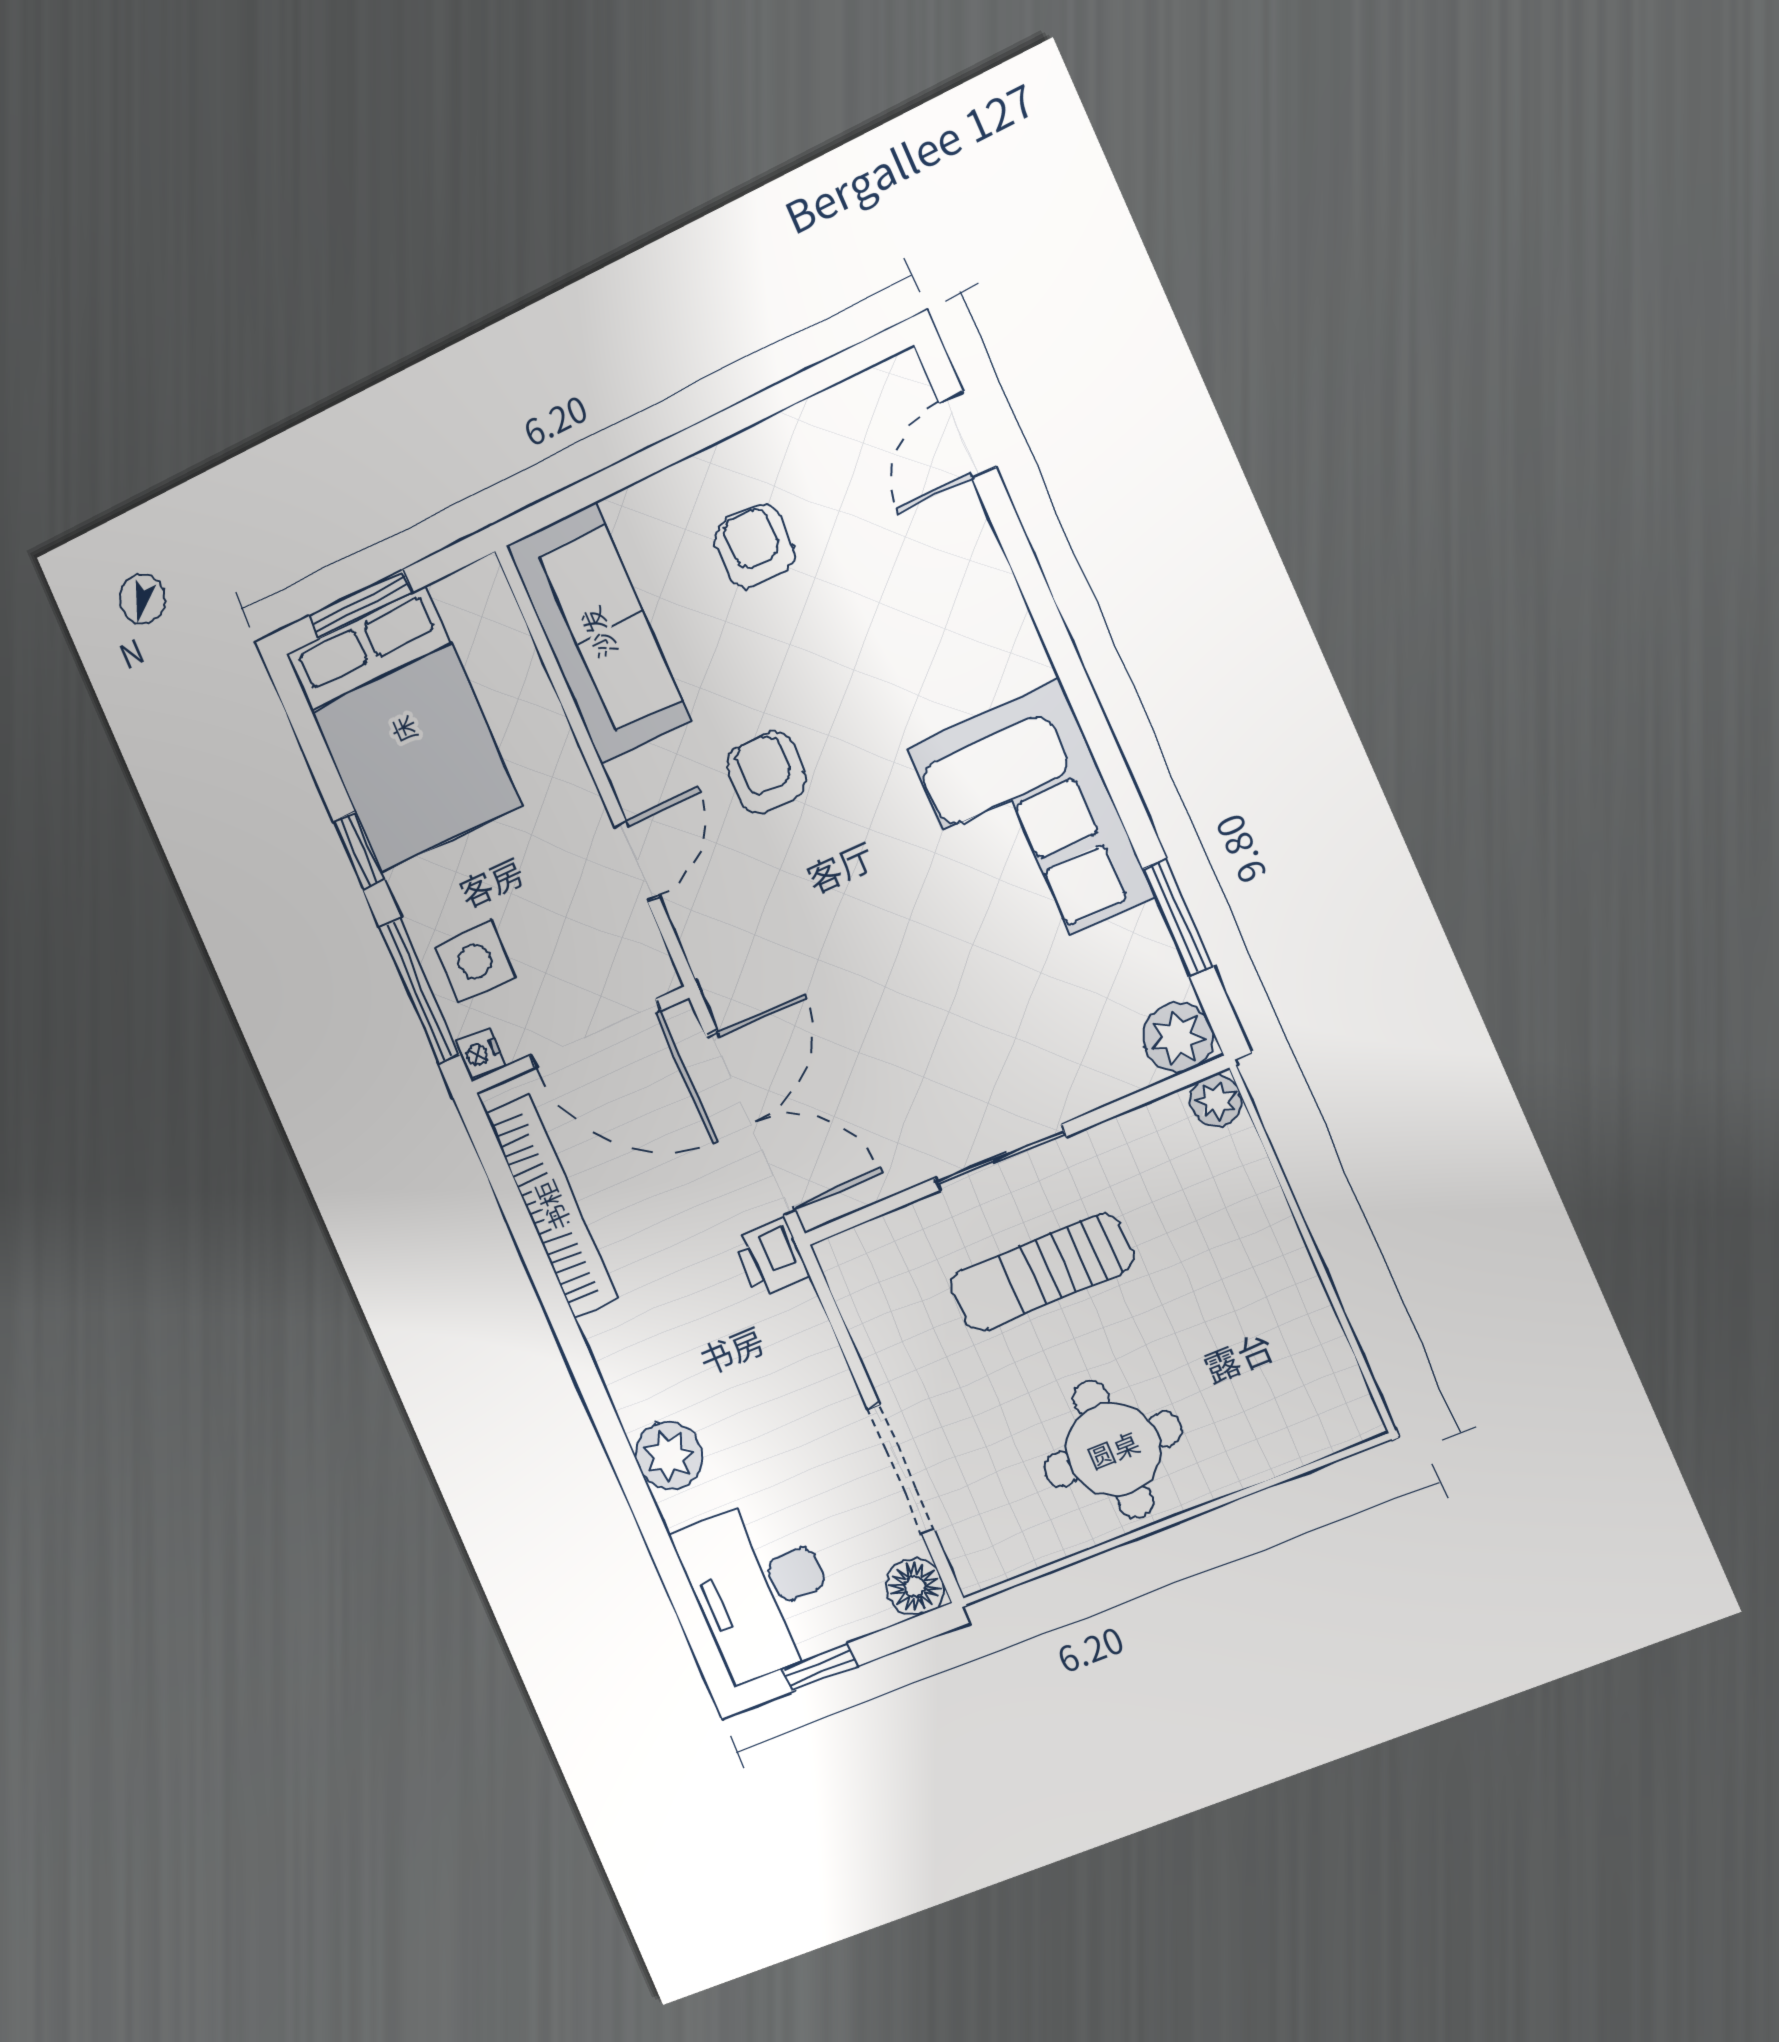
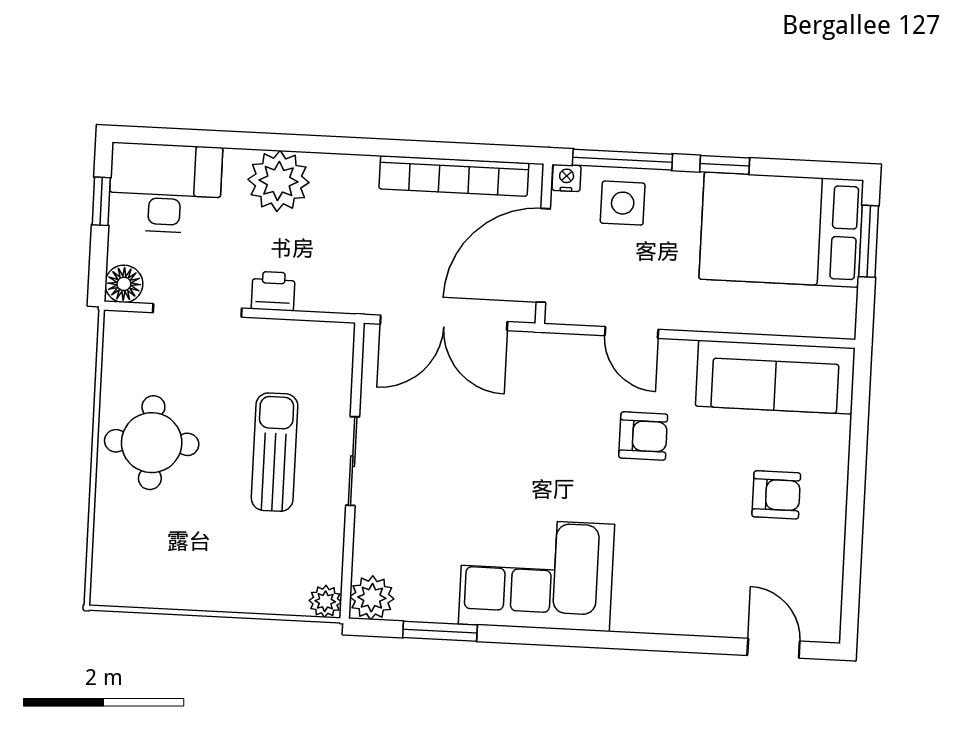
printer: (771, 1257) -> (273, 291), moved
plant: (669, 1455) -> (278, 181), width x1.36, depth x1.36

